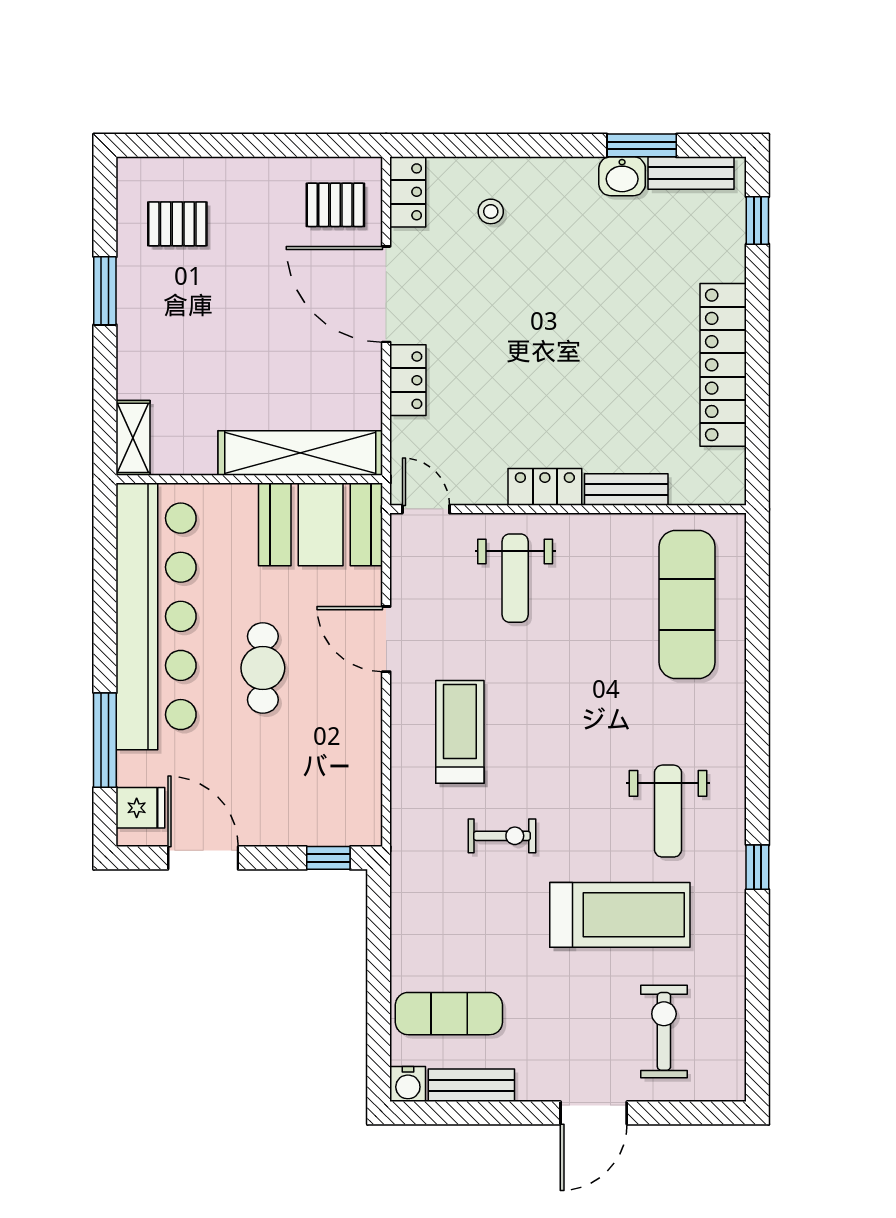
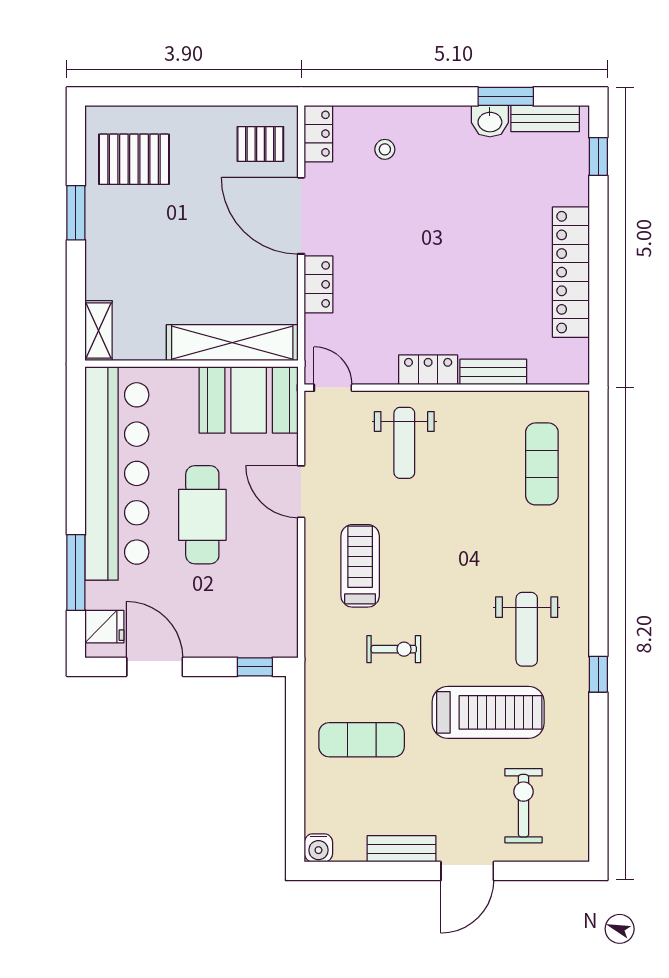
pallet: (177, 224) -> (134, 159), width x1.50, depth x1.42
exercise mat: (687, 604) -> (542, 464), width x0.73, depth x0.69
cafe table: (263, 668) -> (202, 515), width x1.37, depth x1.35
exercise mat: (449, 1014) -> (362, 740), moved
bench: (471, 1085) -> (402, 849), moved

